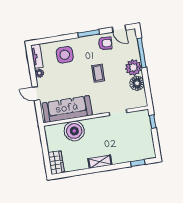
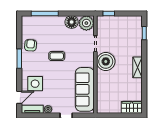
door: (119, 29) -> (19, 97), moved
plant: (133, 68) -> (86, 23), moved
boiler: (74, 131) -> (106, 61), moved

